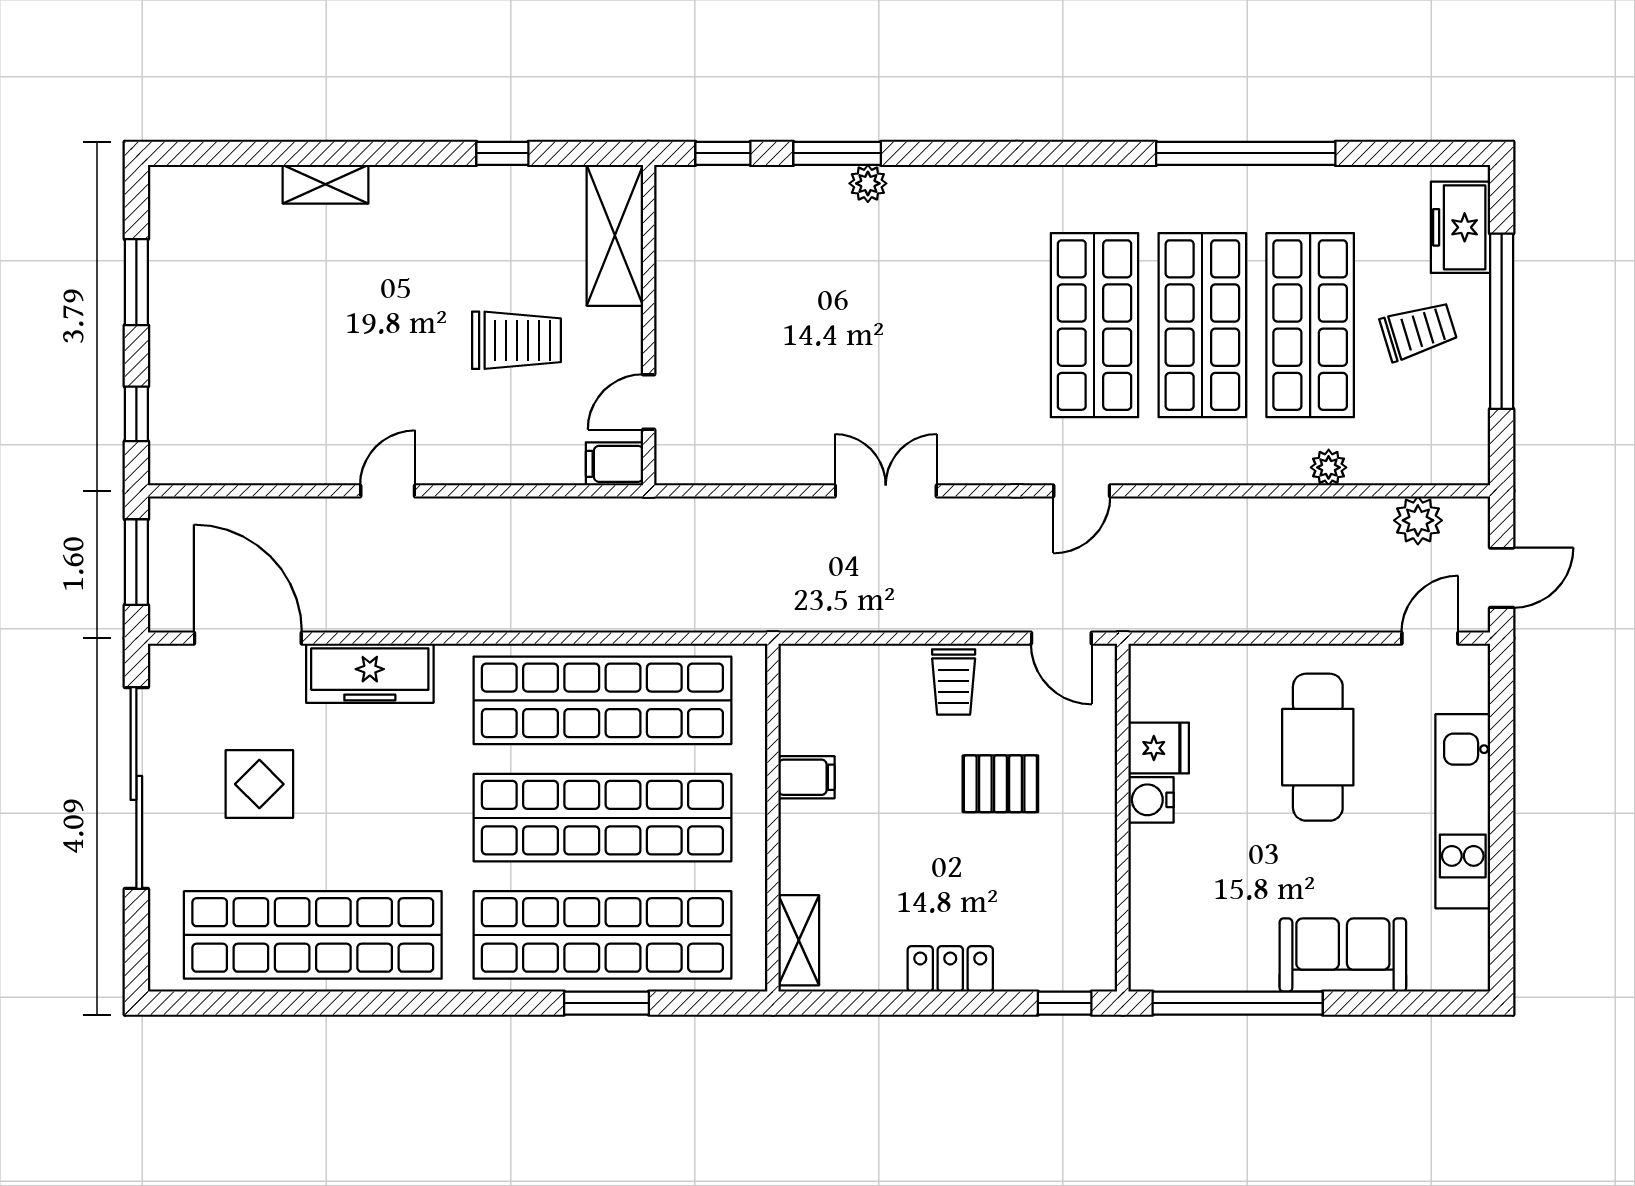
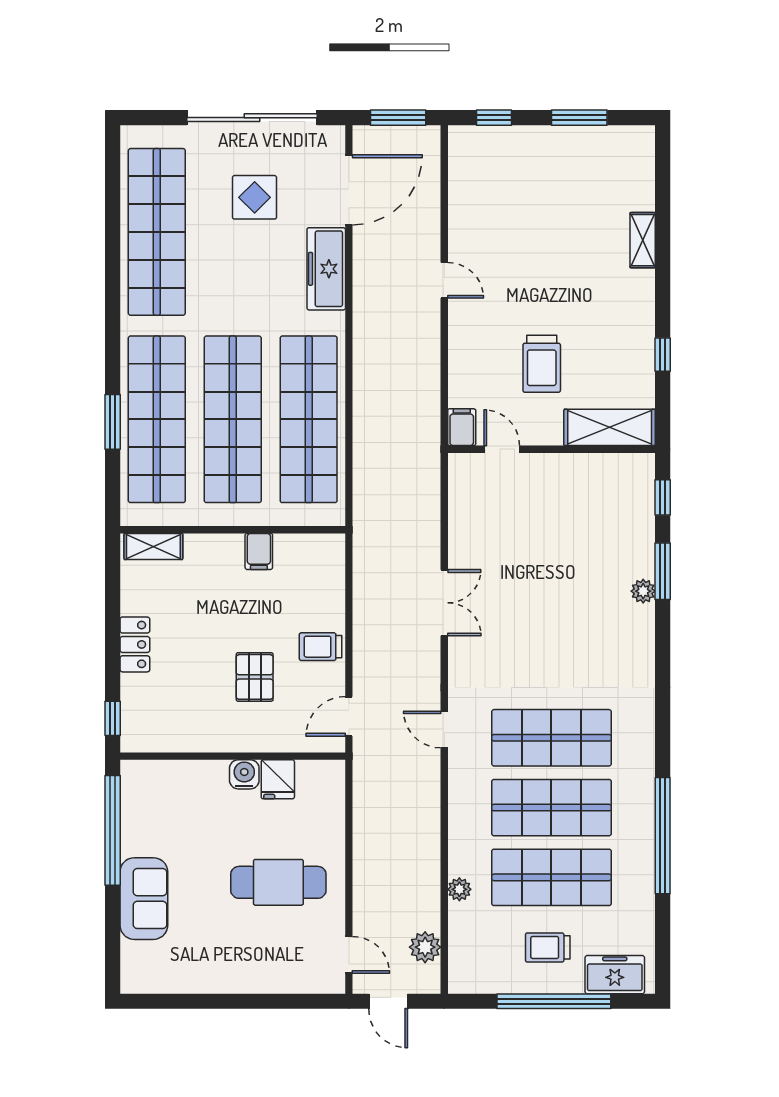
trolley: (1418, 331) -> (548, 947), turned 107
kitchen unit: (1463, 811) -> (237, 976), removed

